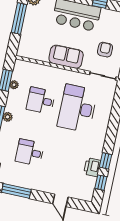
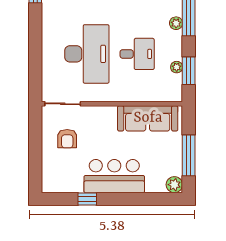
sofa: (66, 57) -> (148, 118), moved, width x1.36

